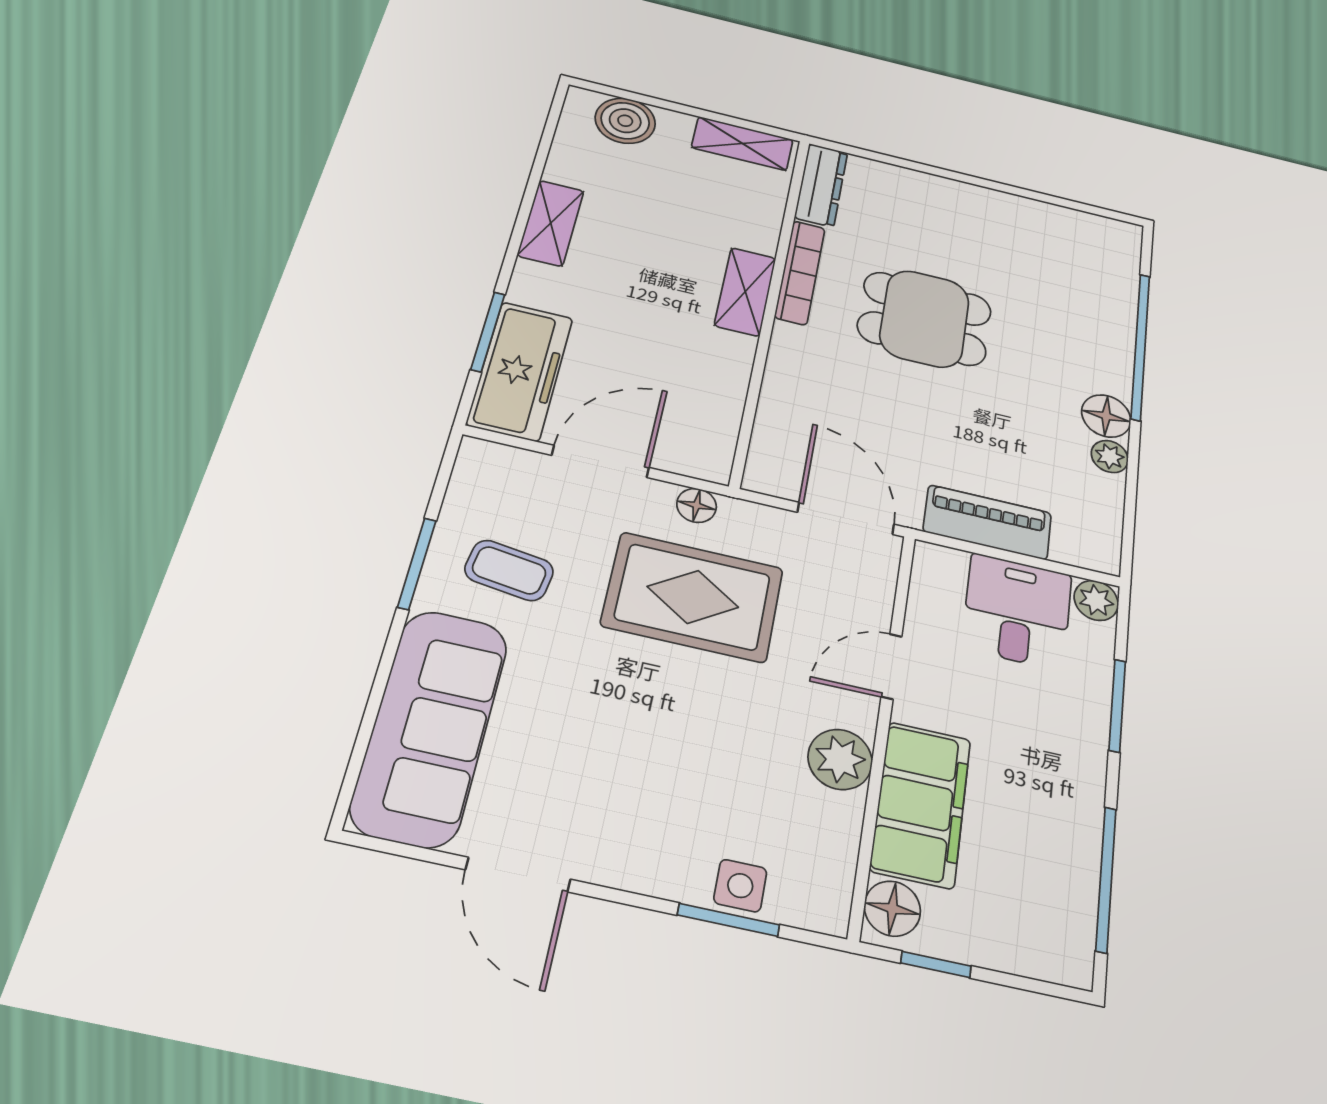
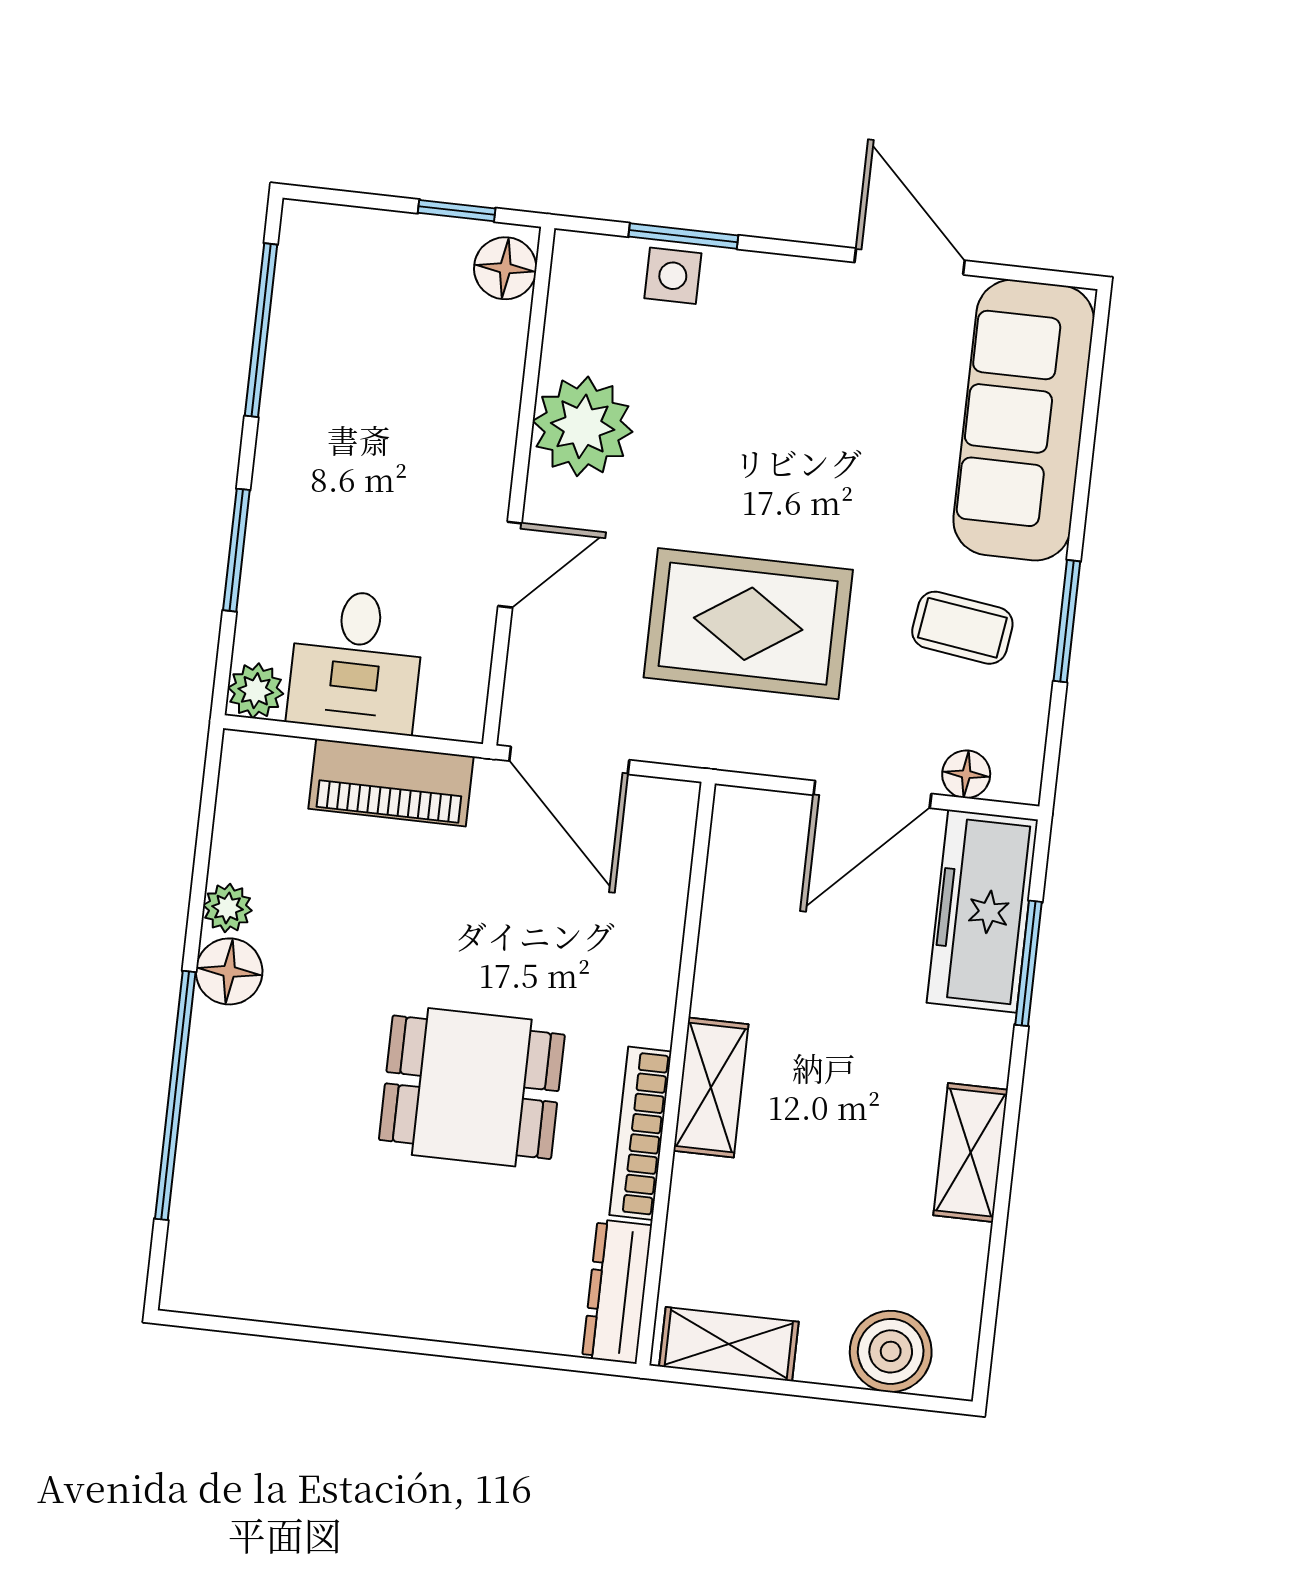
floor lamp: (697, 505) -> (966, 774), moved
plant: (840, 759) -> (583, 426), width x1.36, depth x1.36
filing cabinet: (921, 804) -> (474, 395), removed

